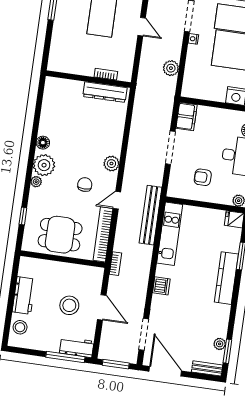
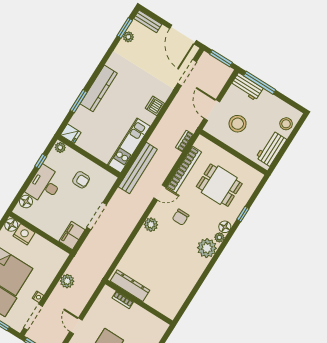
floor lamp: (43, 143) -> (225, 227), moved
wall: (63, 259) -> (233, 152), moved

